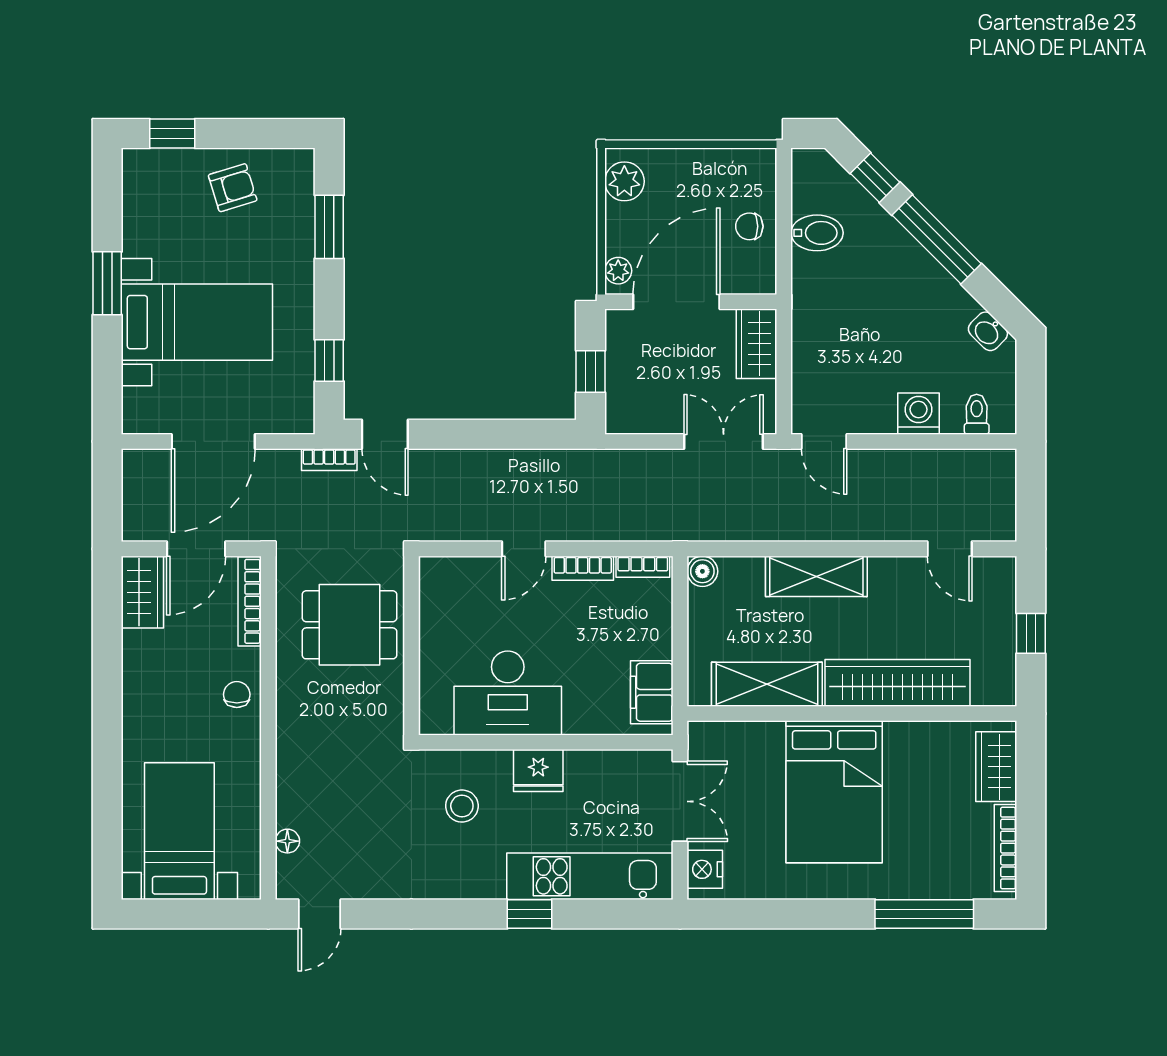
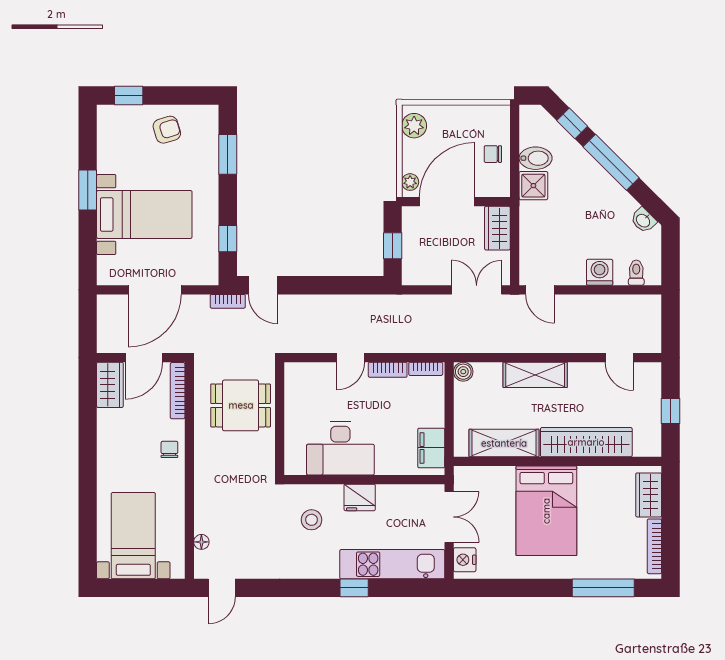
shower: (814, 276) -> (533, 186), added

